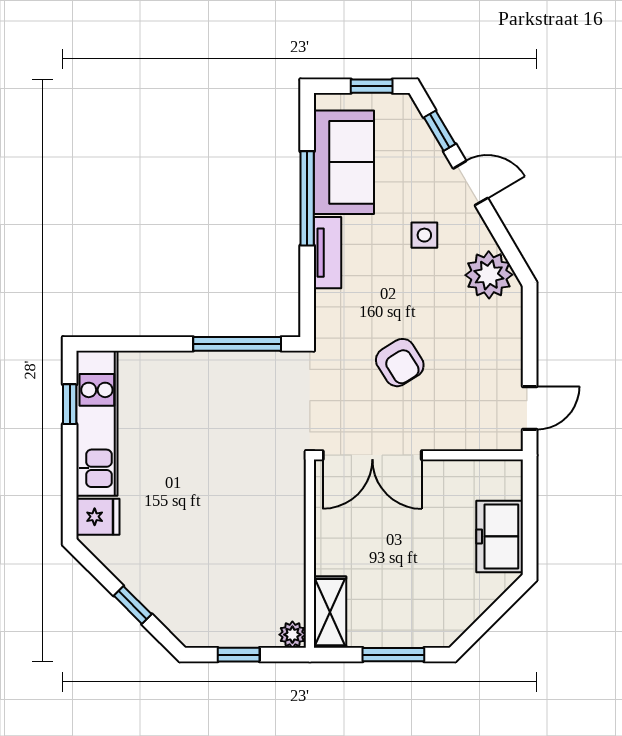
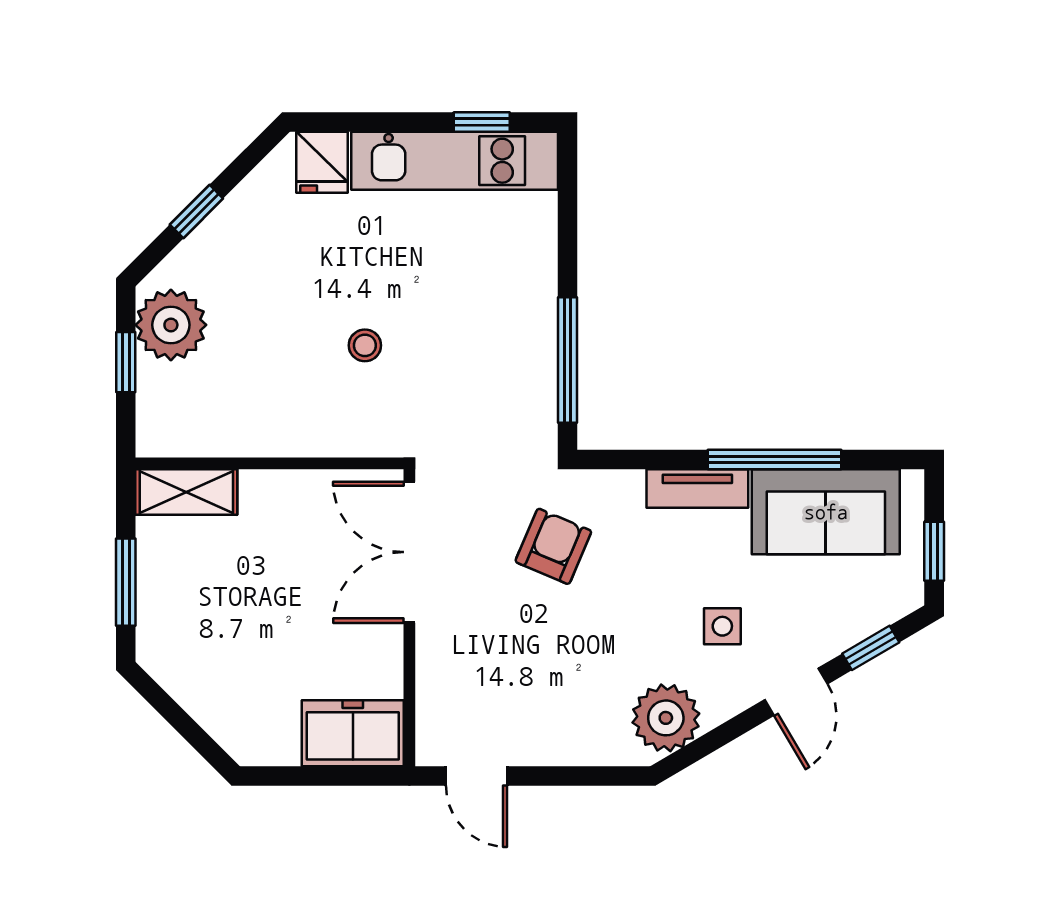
armchair: (400, 363) -> (553, 546), moved, turned 145
stool: (227, 486) -> (365, 345), added
freezer: (500, 536) -> (353, 733), moved
plant: (292, 635) -> (171, 325), moved, width x1.88, depth x1.88

